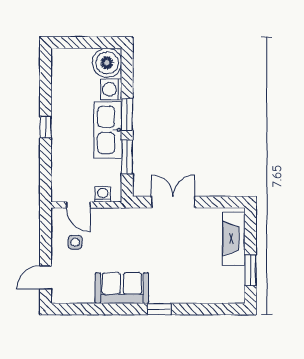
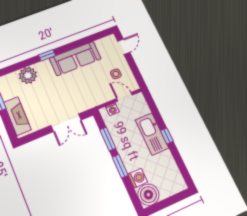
kitchen sink: (108, 130) -> (152, 134), moved, turned 180
sofa: (122, 288) -> (75, 58), width x1.36
plant: (197, 290) -> (28, 75), added

